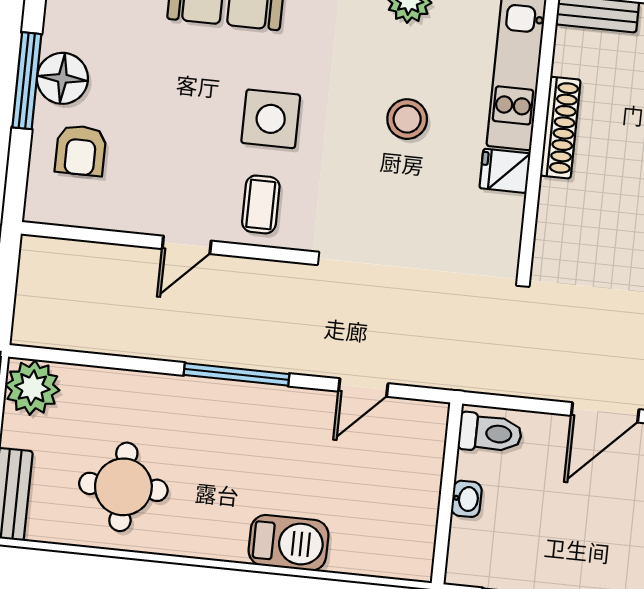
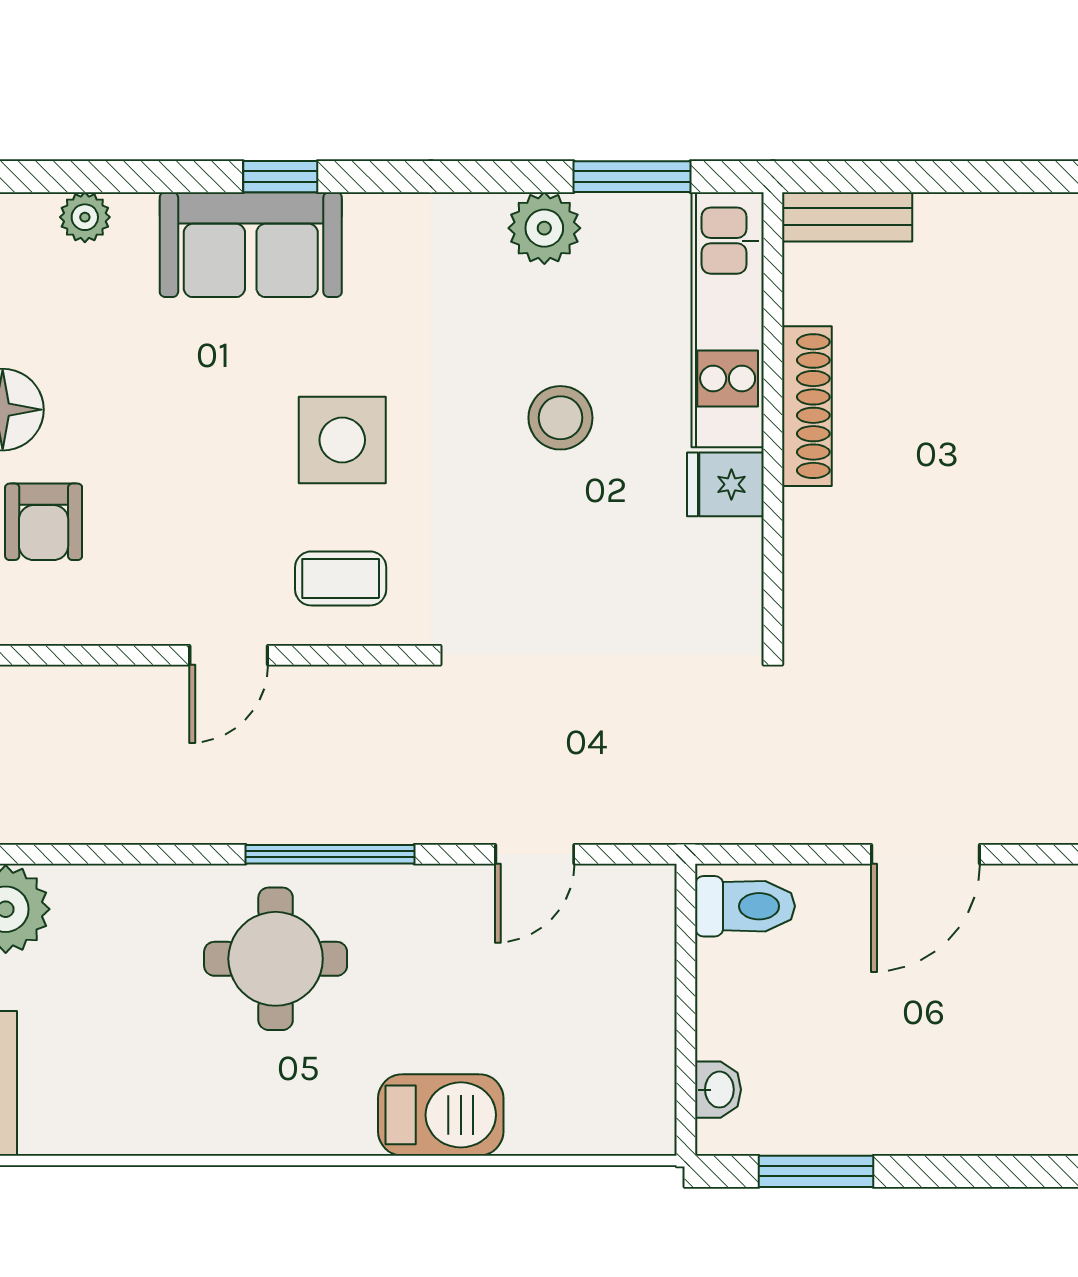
coffee table: (261, 204) -> (341, 578), turned 90
round table: (123, 487) -> (276, 959), moved
washbasin: (466, 499) -> (718, 1090), moved

